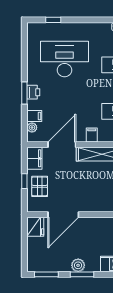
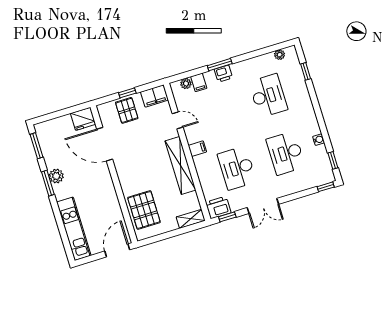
plant: (32, 38) -> (280, 55), added
desk: (64, 59) -> (268, 96), width x0.73, depth x0.77
door: (62, 145) -> (178, 120), width x0.53
pallet: (40, 186) -> (127, 110), turned 90

